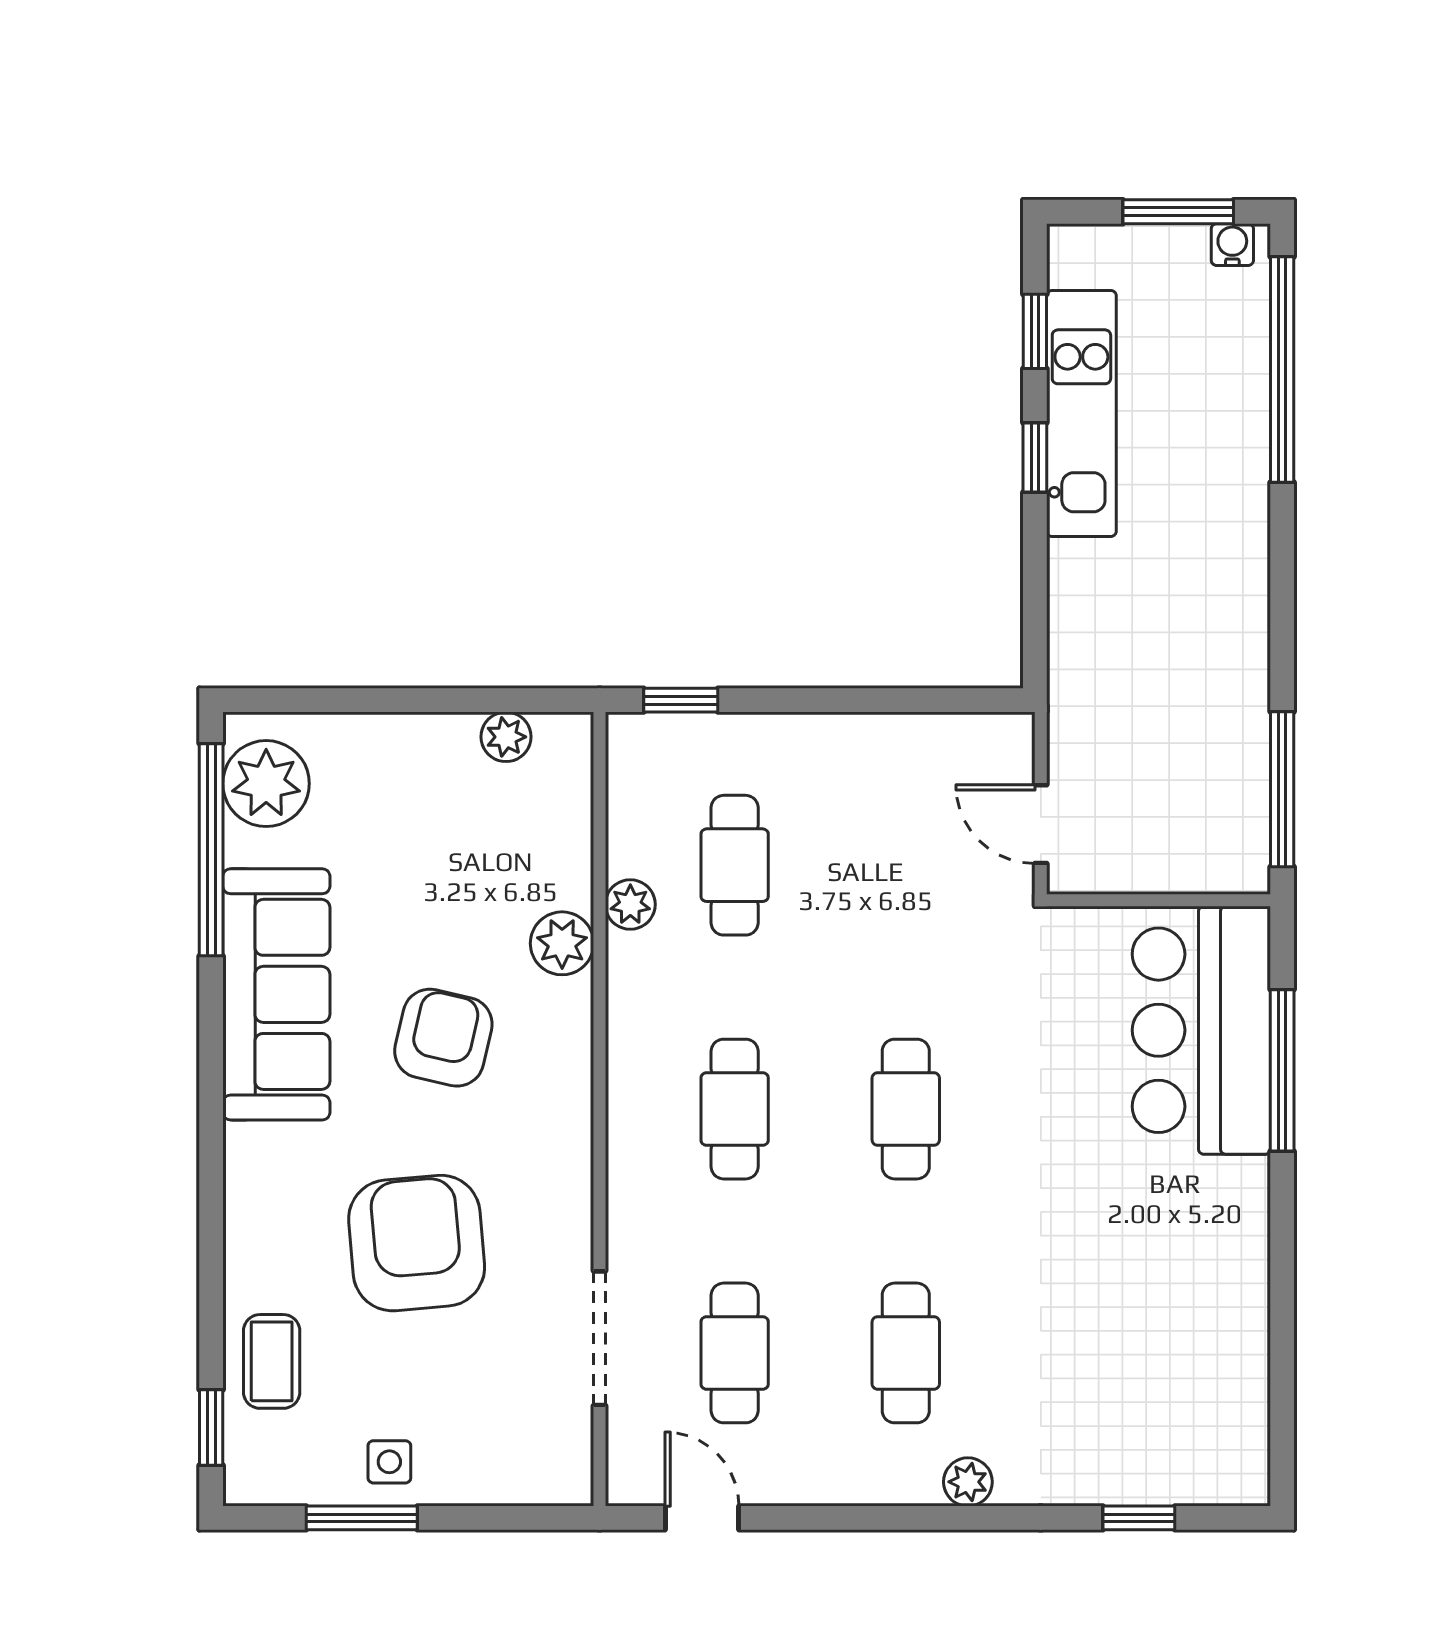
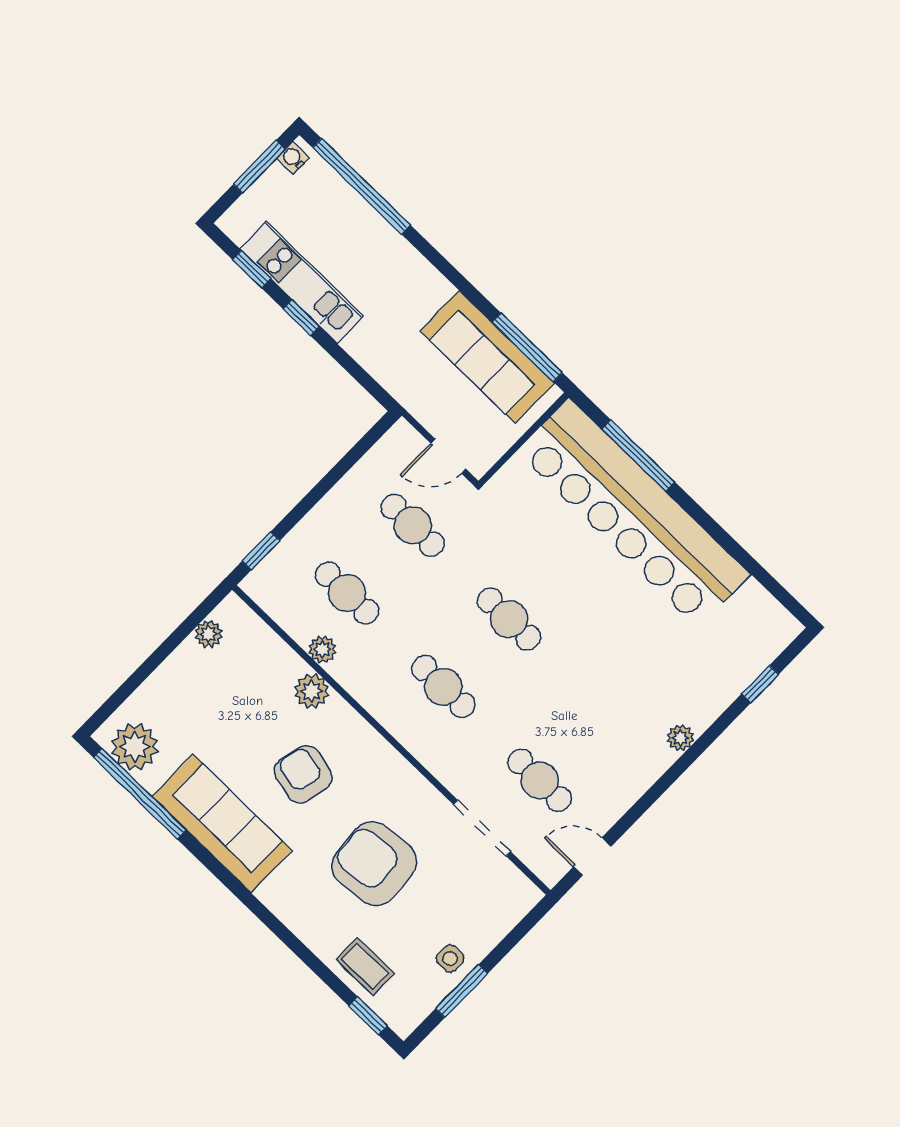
sofa: (1219, 749) -> (487, 357), added
bar counter: (1201, 1030) -> (634, 513), width x1.86
cafe table: (906, 1353) -> (413, 525), moved

